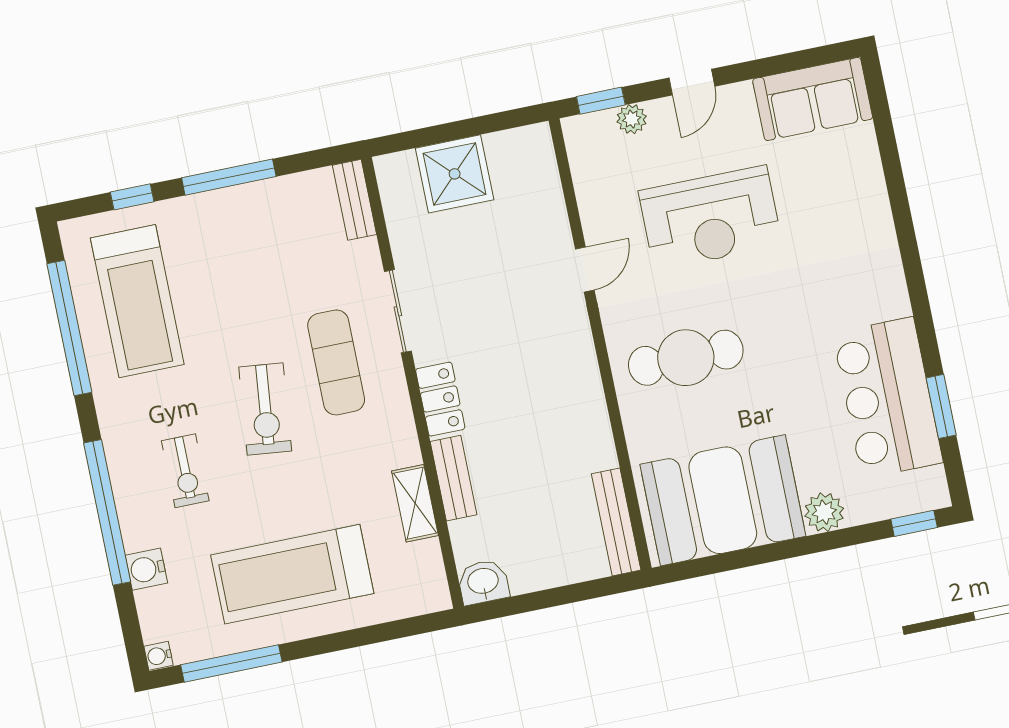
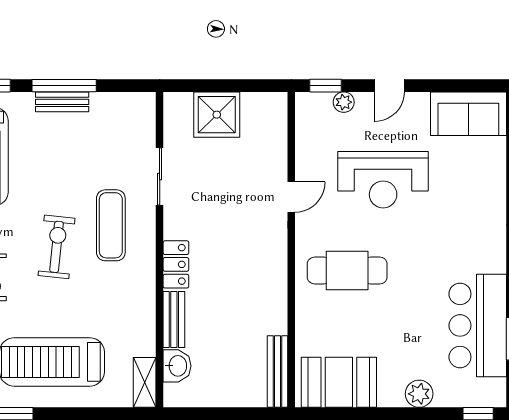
bench: (354, 200) -> (62, 102), moved, turned 90
sliding door: (398, 311) -> (160, 177), moved
exercise bike: (265, 409) -> (57, 247), turned 180
booth: (723, 500) -> (339, 382), width x0.73, depth x0.70
shelving: (415, 503) -> (145, 382), moved
washbasin: (483, 582) -> (177, 366), moved, turned 90

